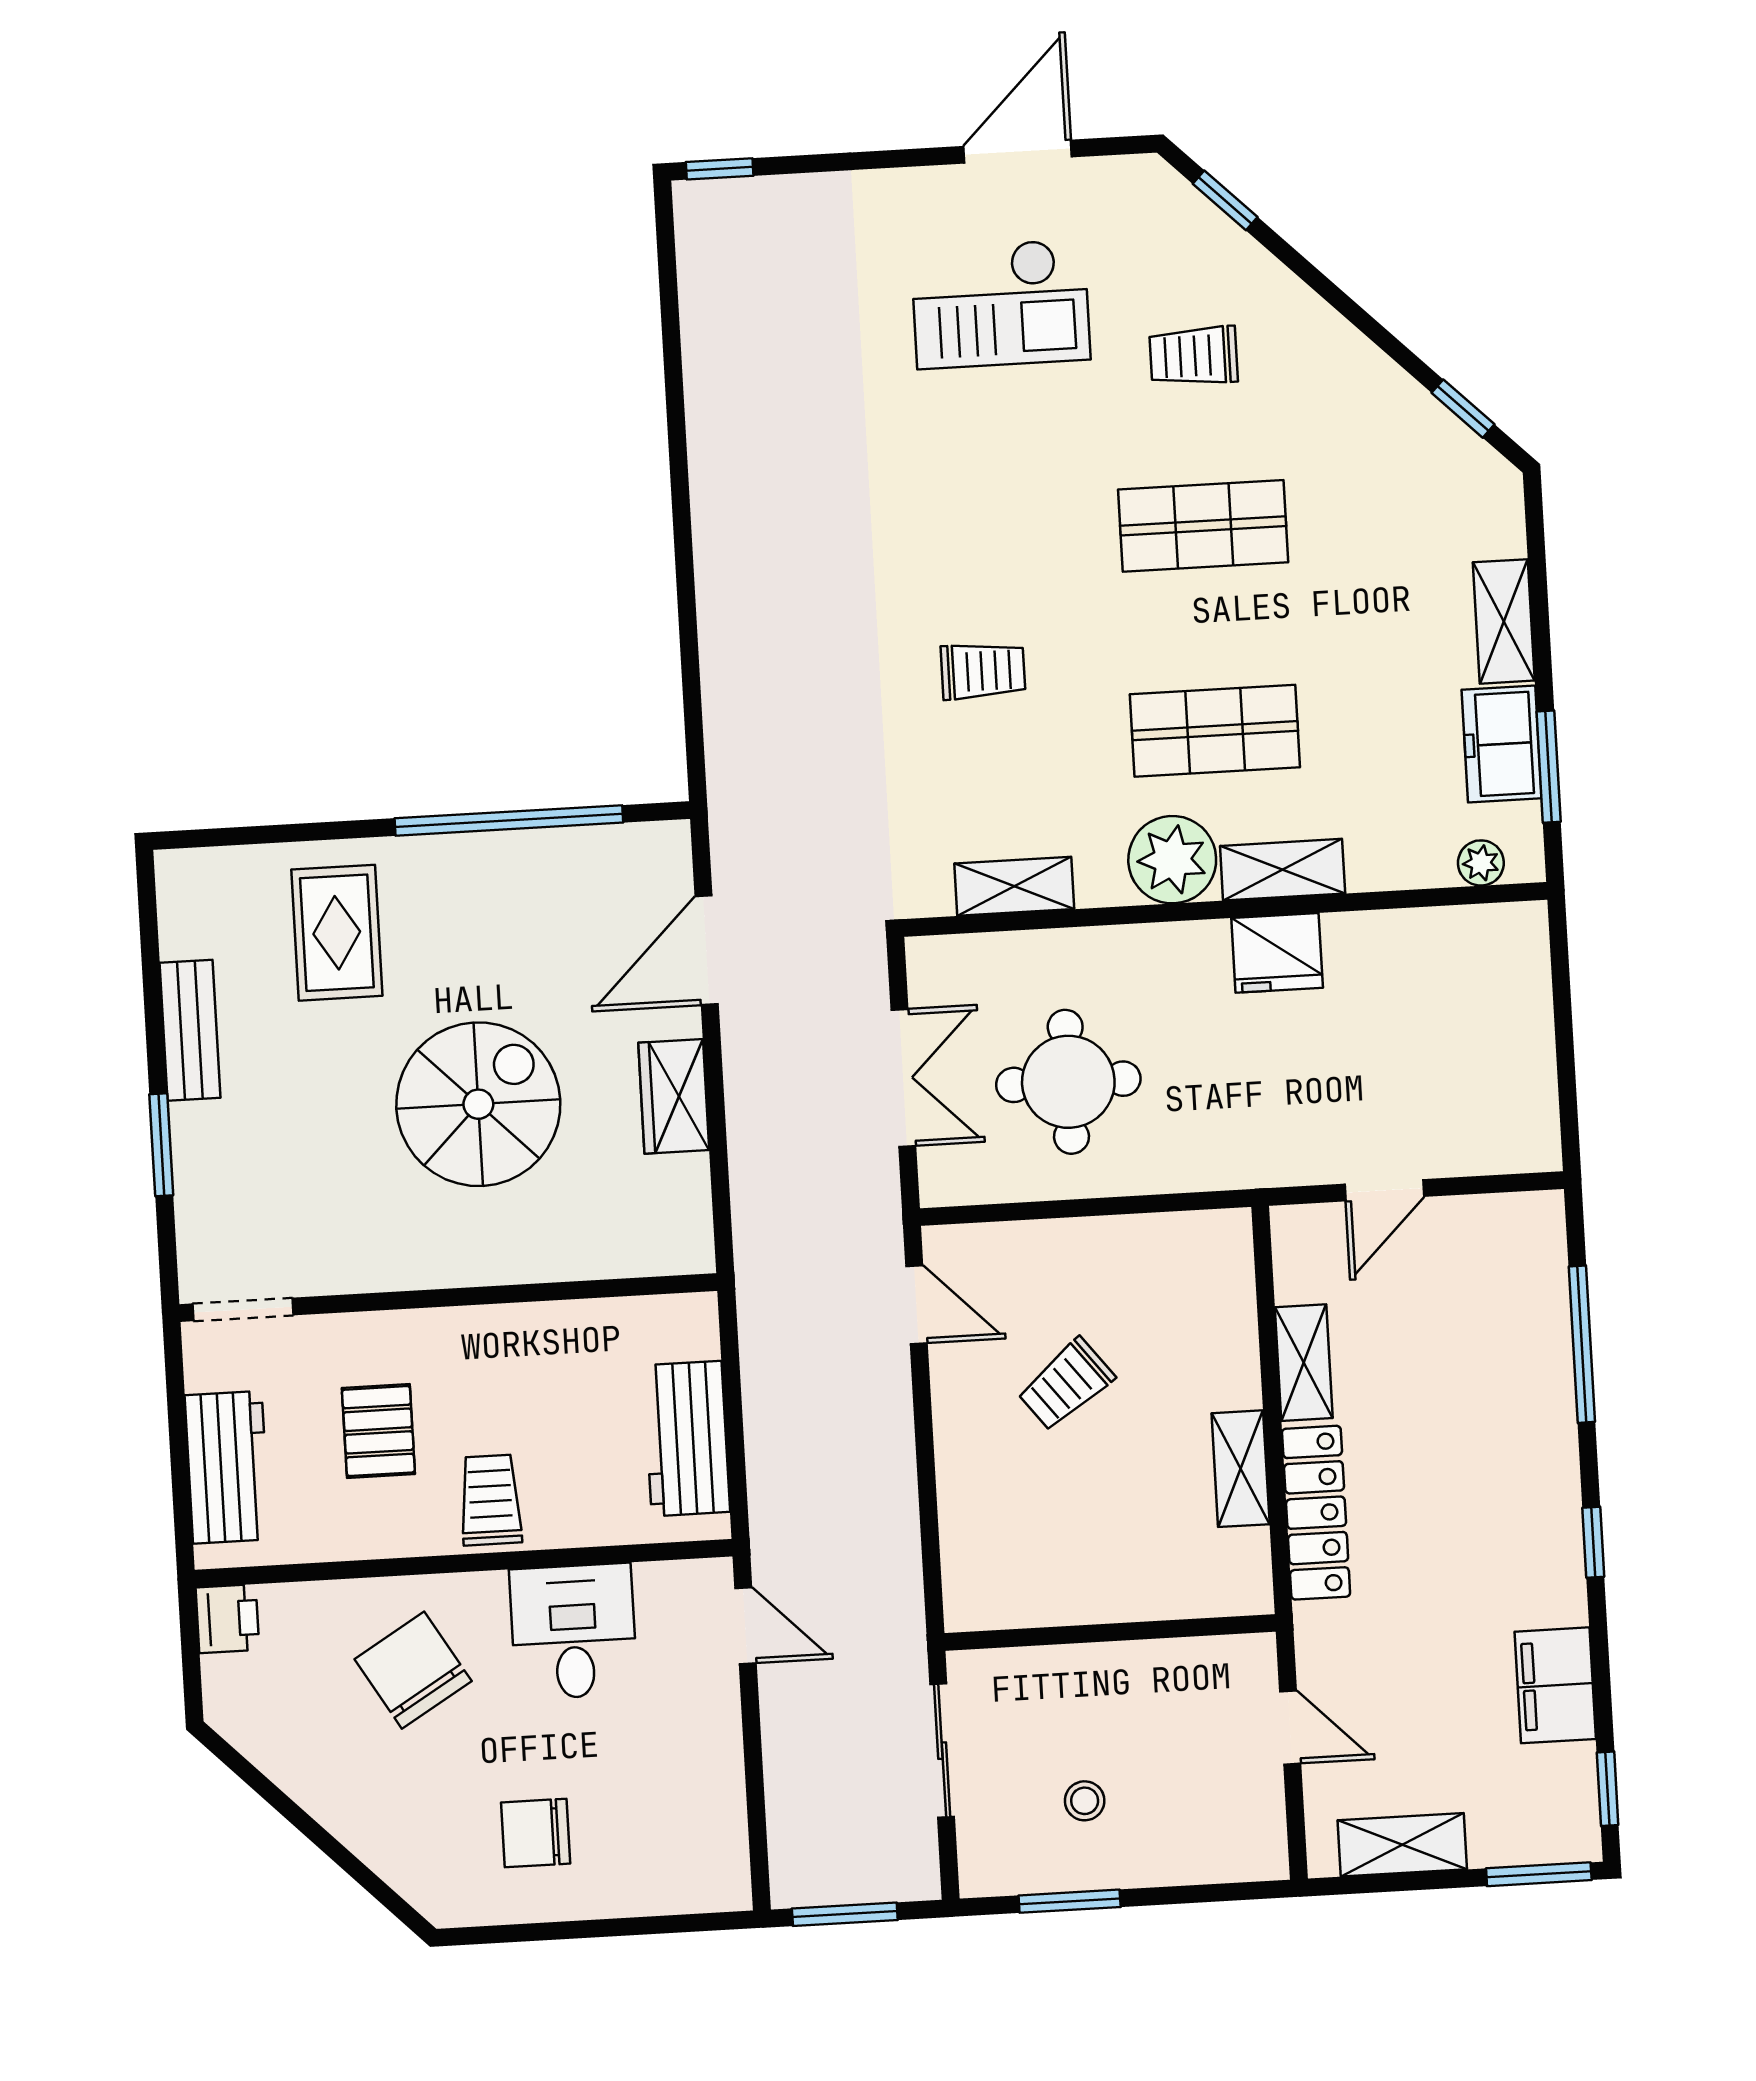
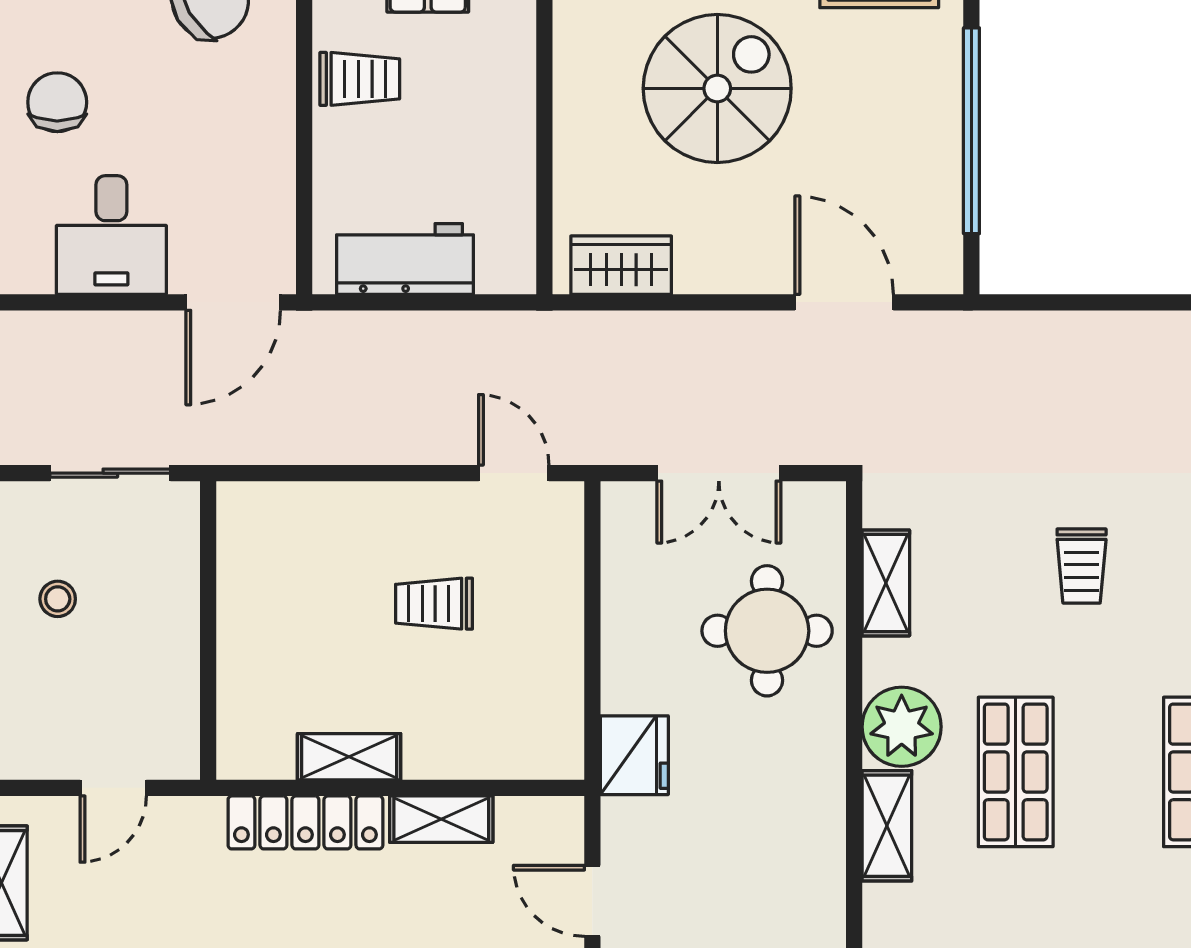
fridge: (1277, 953) -> (634, 755), moved, turned 180
round table: (1068, 1082) -> (767, 631), moved
wardrobe: (674, 1096) -> (621, 265), moved
spiral stairs: (478, 1104) -> (717, 88), turned -90
door: (916, 1305) -> (514, 473), swing flipped
trolley: (1066, 1384) -> (434, 604), turned -52
door: (746, 1626) -> (233, 302), width x1.38
desk: (573, 1631) -> (111, 235), moved, turned 90

